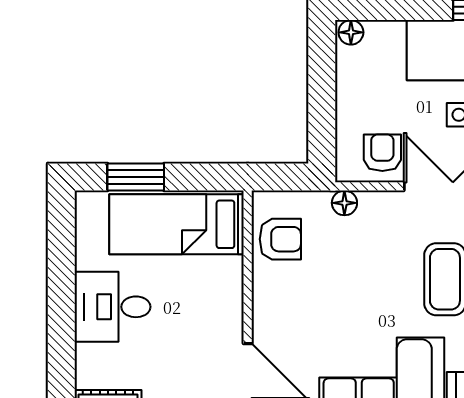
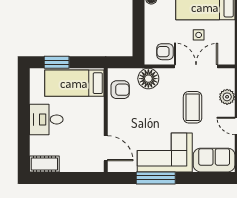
armchair: (382, 153) -> (165, 52), turned -90
floor lamp: (344, 203) -> (148, 79), width x1.89, depth x1.89

